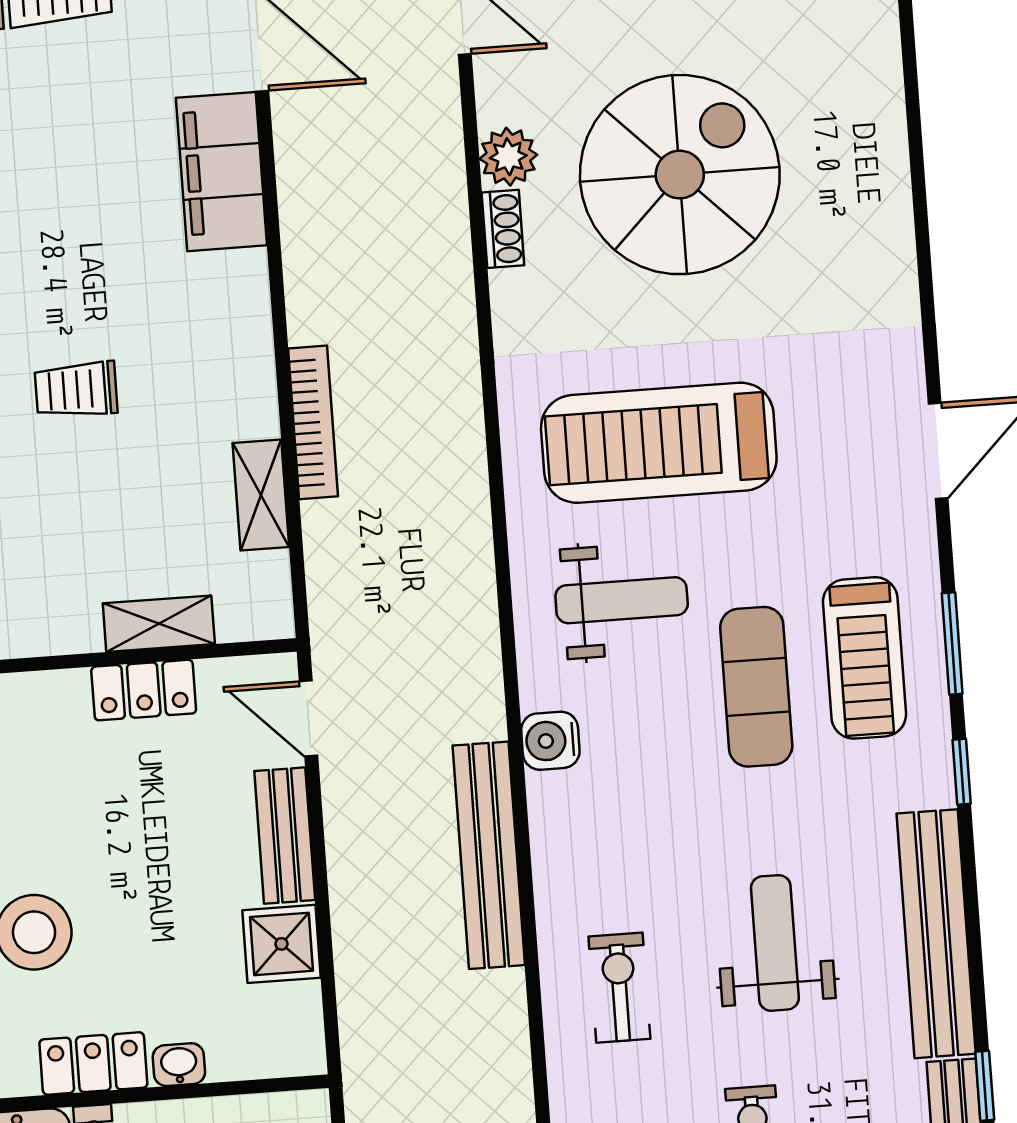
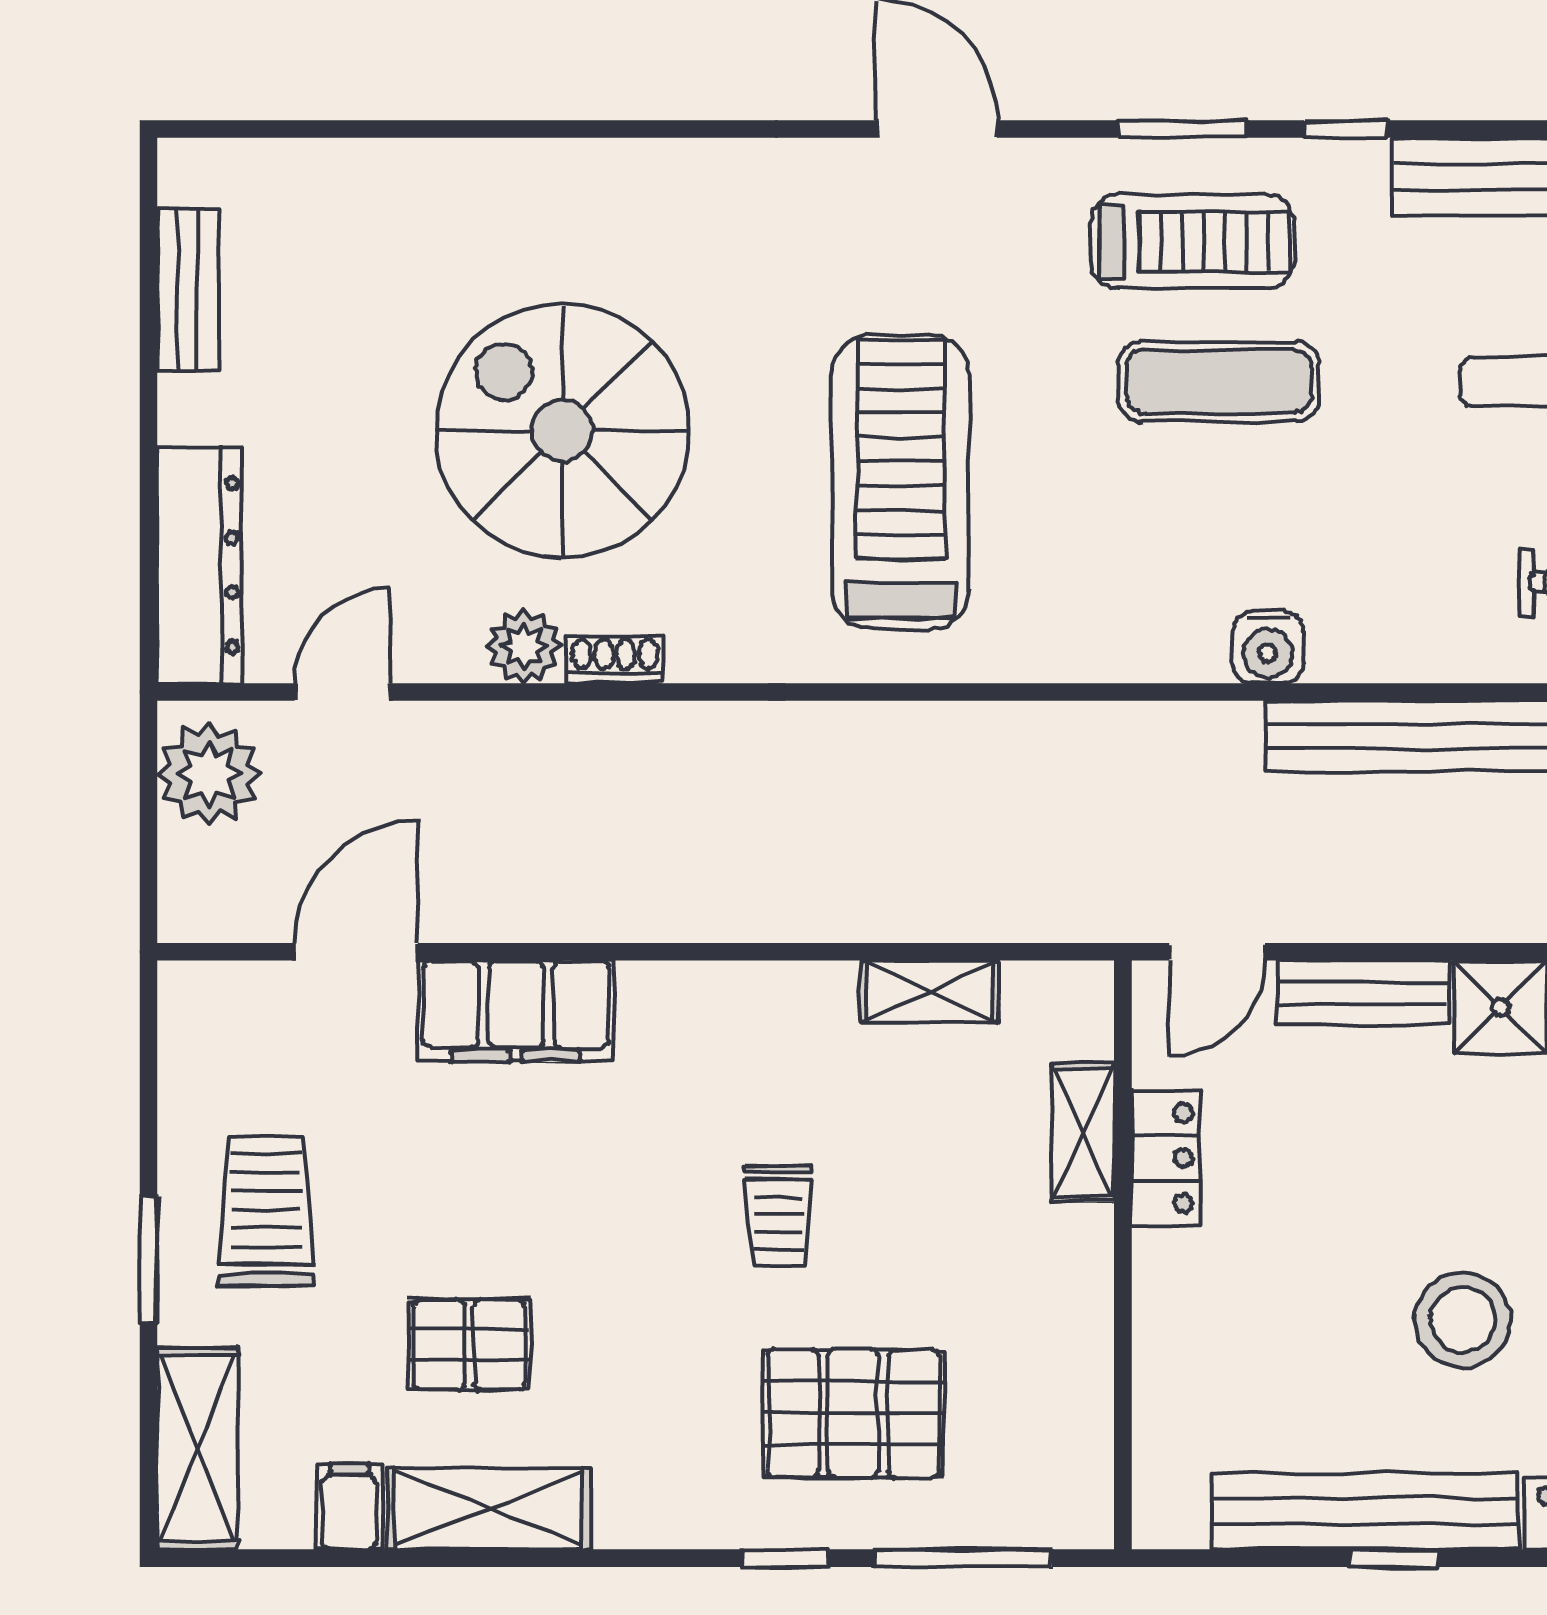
bookcase: (313, 422) -> (842, 918), removed
treadmill: (659, 443) -> (900, 482), turned 180
weight bench: (622, 600) -> (1096, 544), removed

